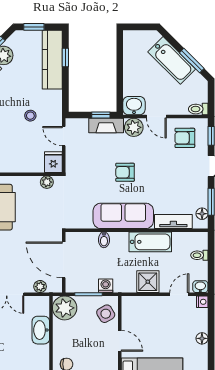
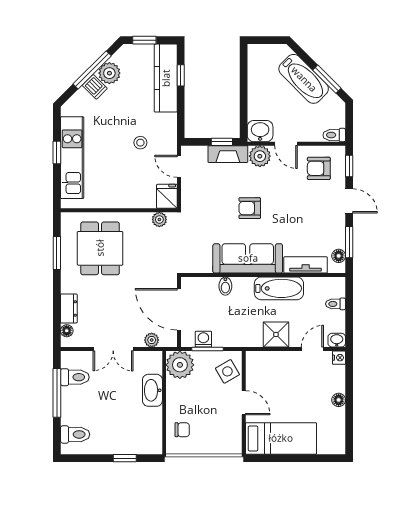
washing machine: (106, 286) -> (203, 339), moved

